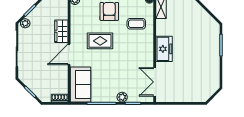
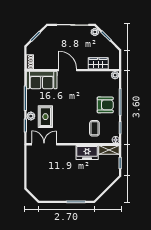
wardrobe: (61, 31) -> (98, 63), moved
rug: (100, 41) -> (45, 117), moved
freezer: (164, 49) -> (87, 152), moved

